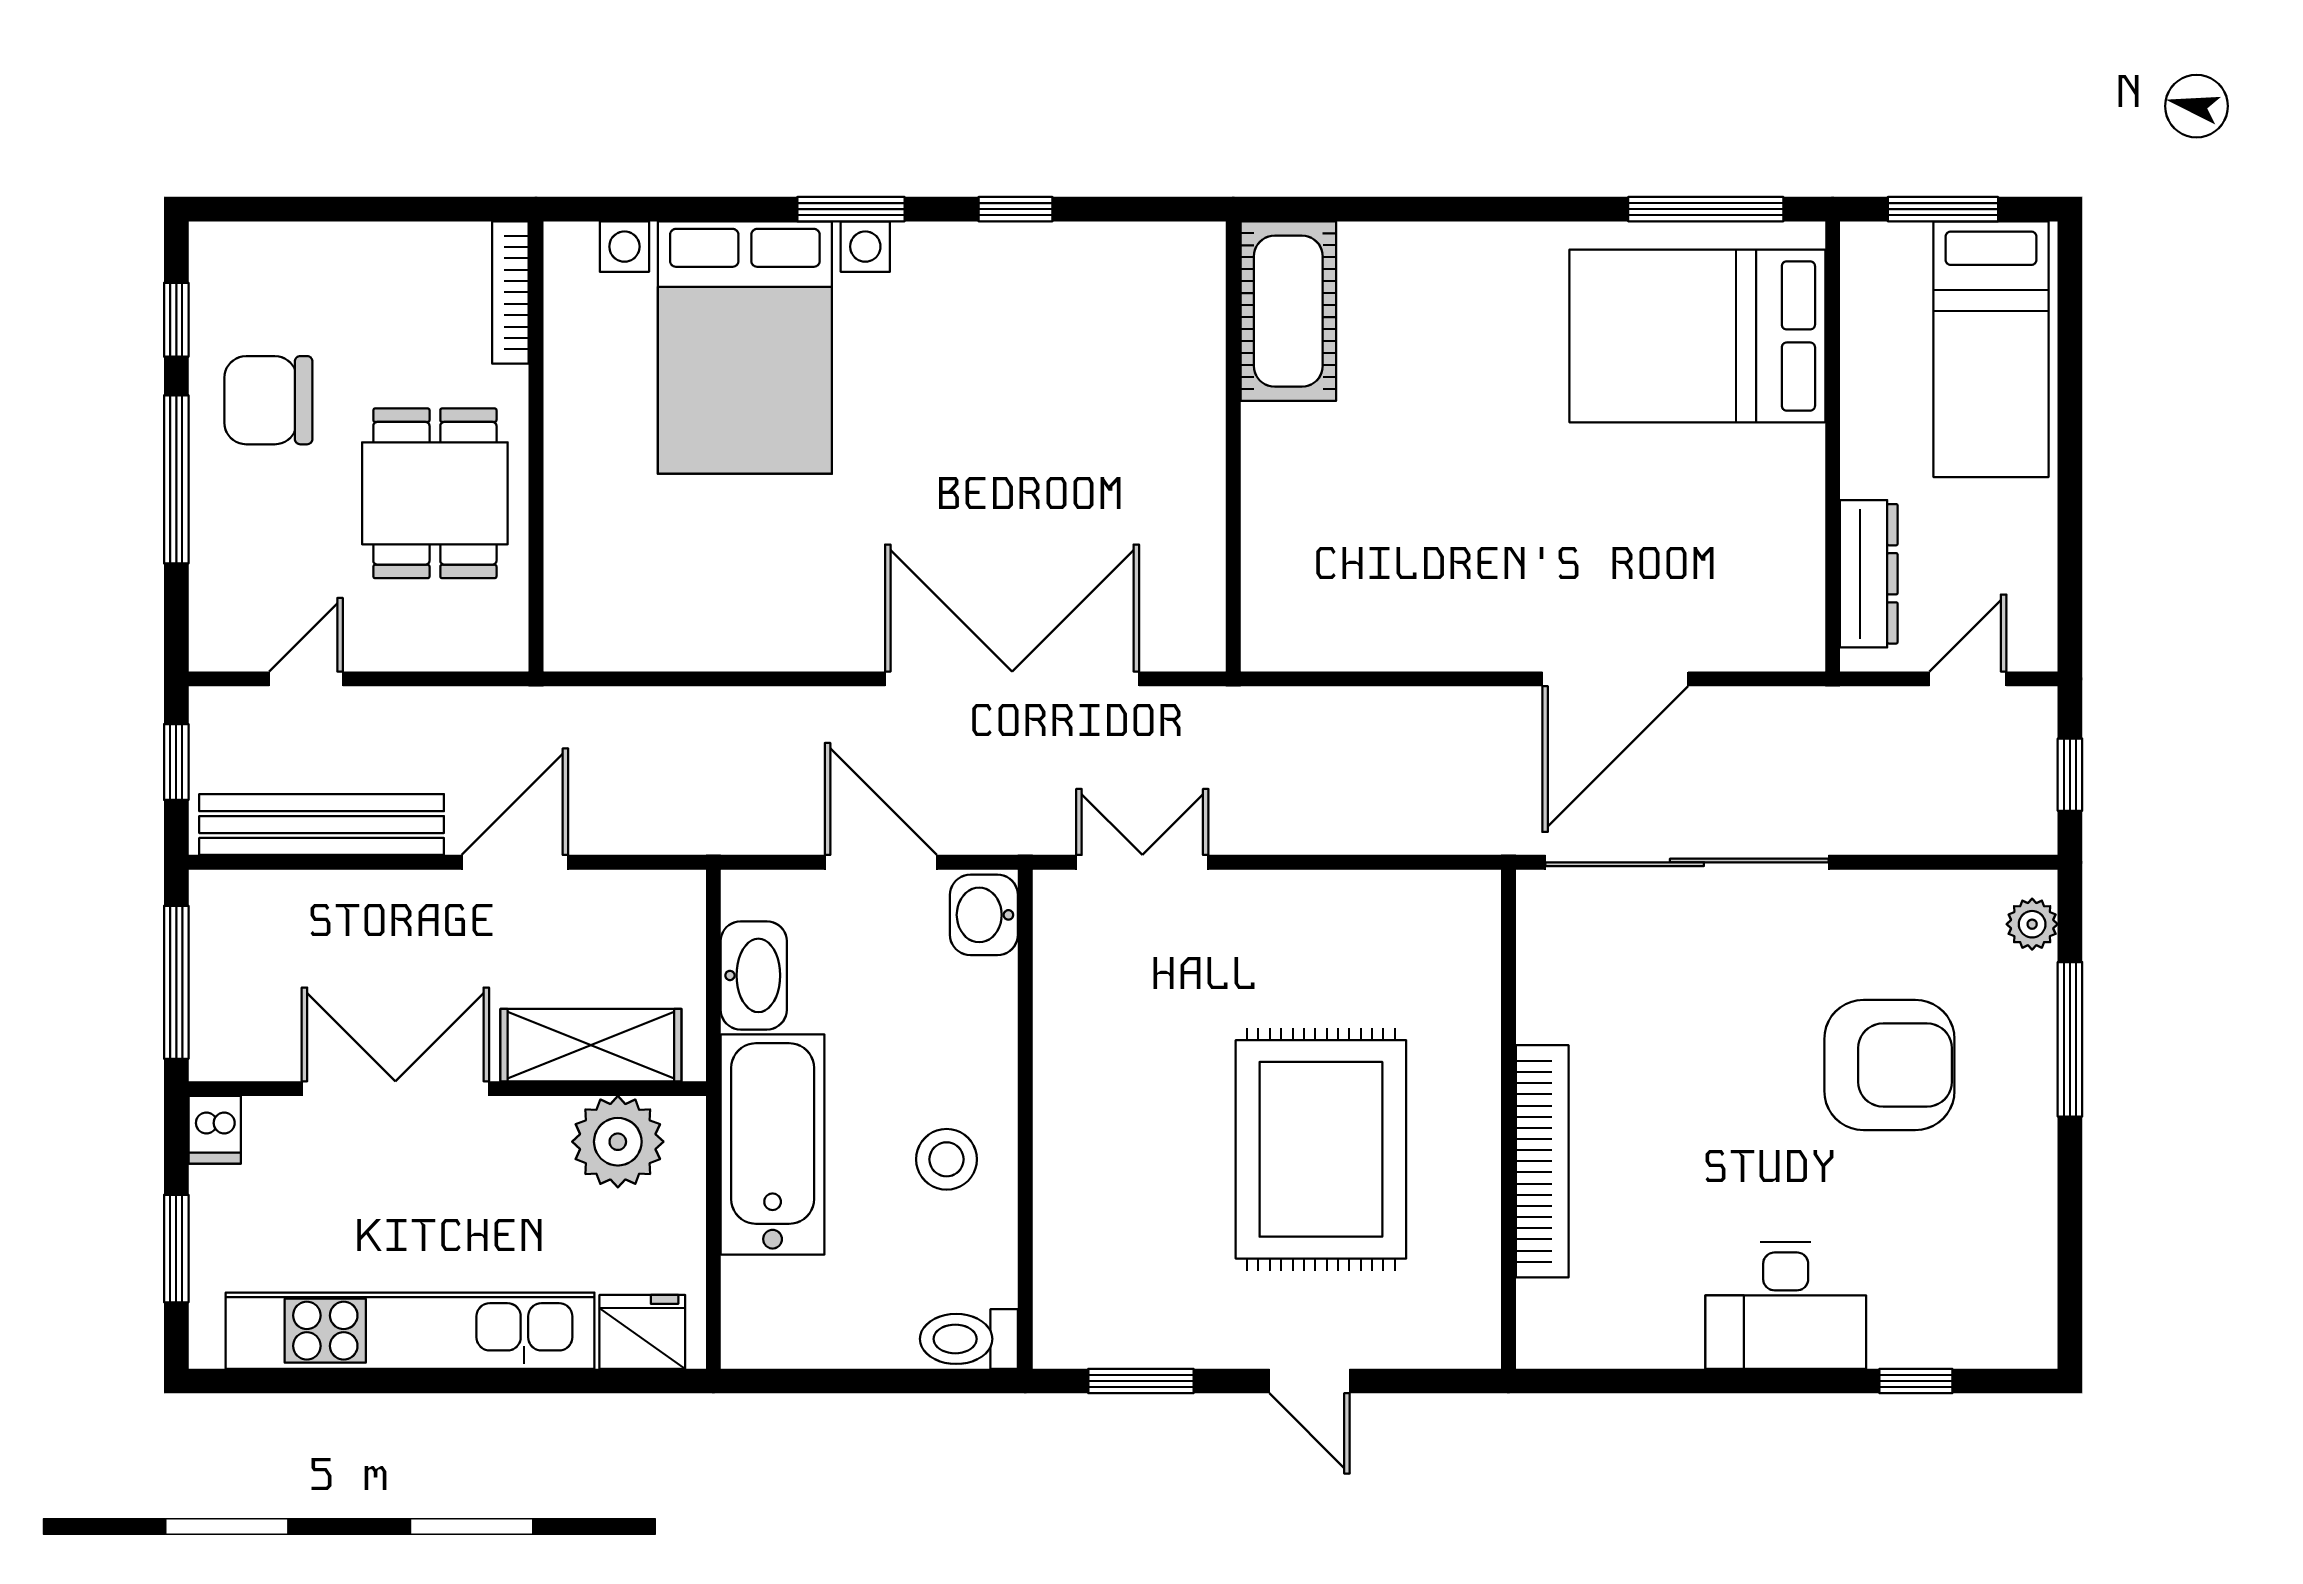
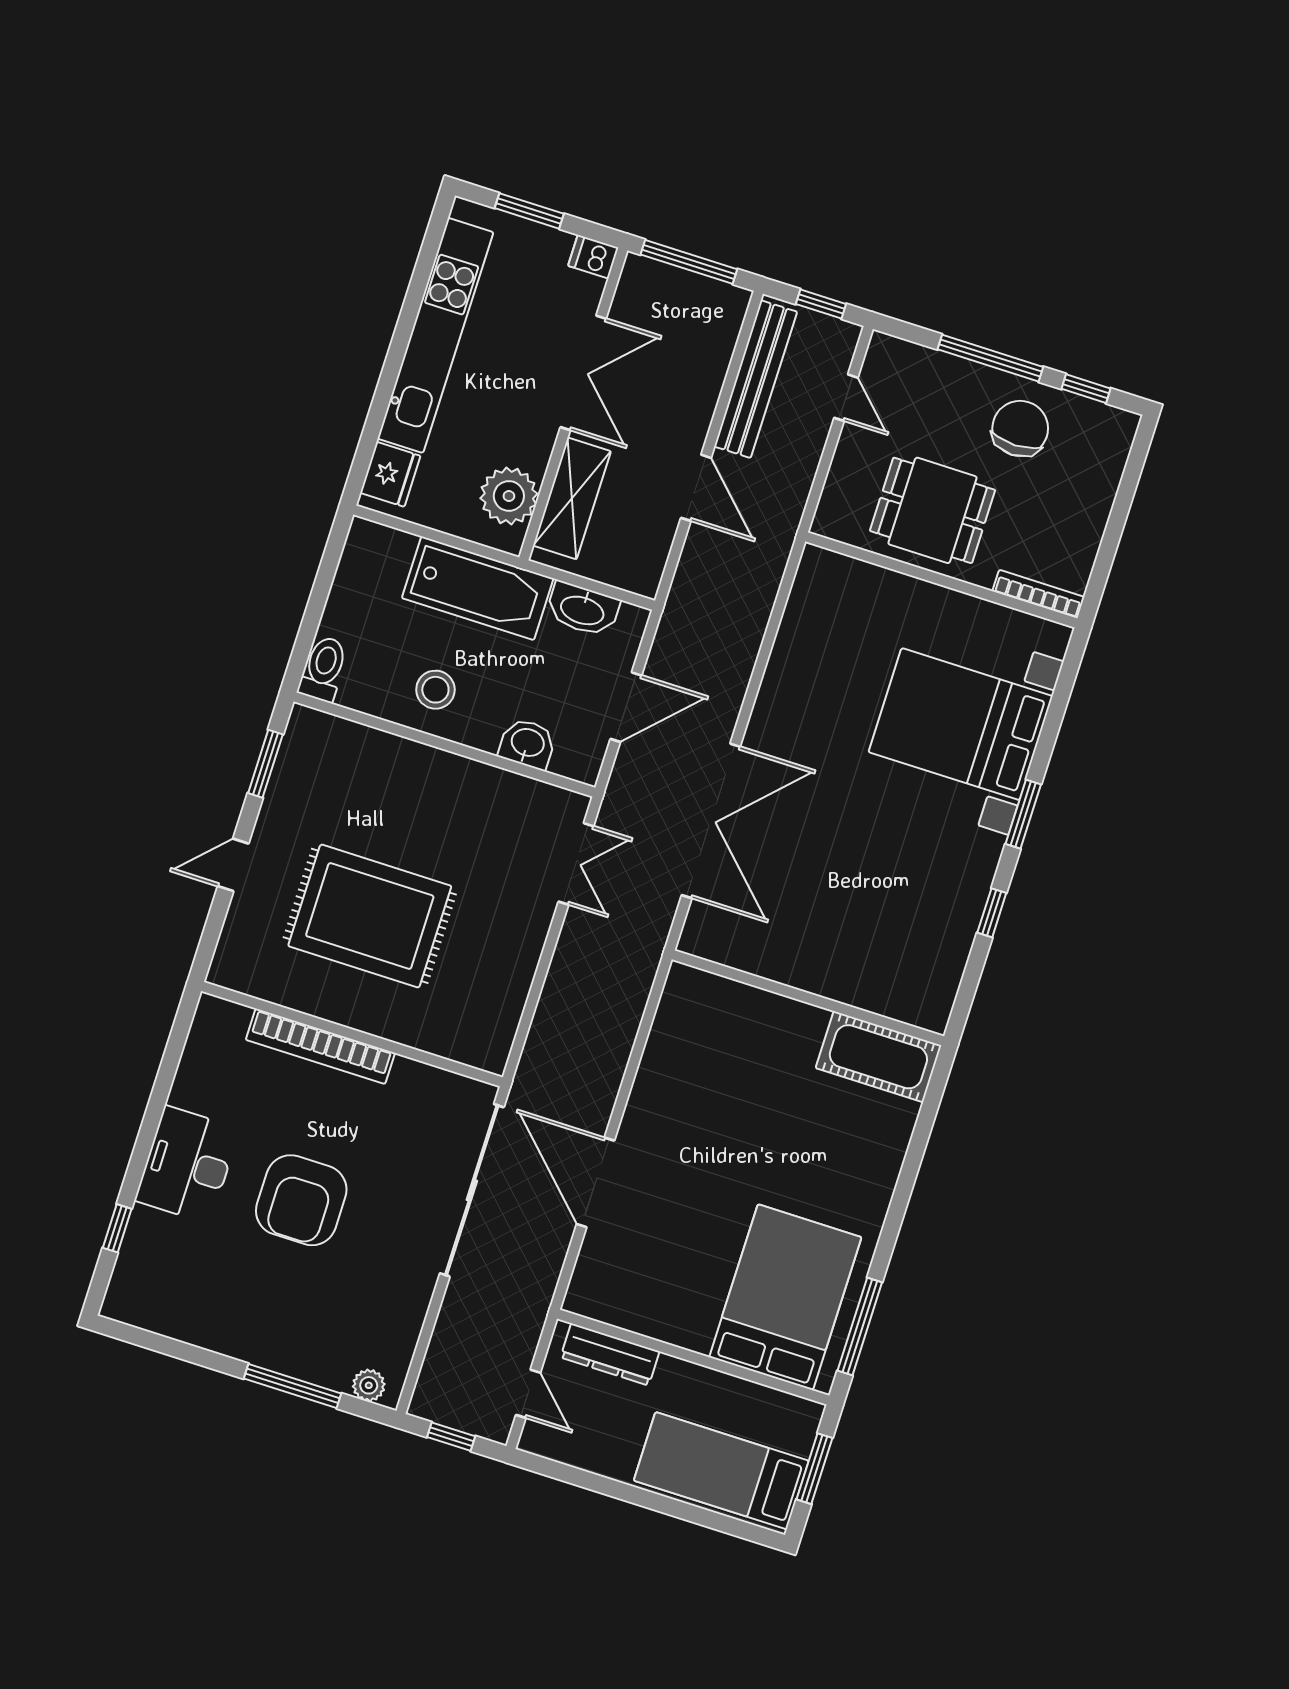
washbasin: (984, 915) -> (527, 744), moved
armchair: (1889, 1065) -> (301, 1200), moved

